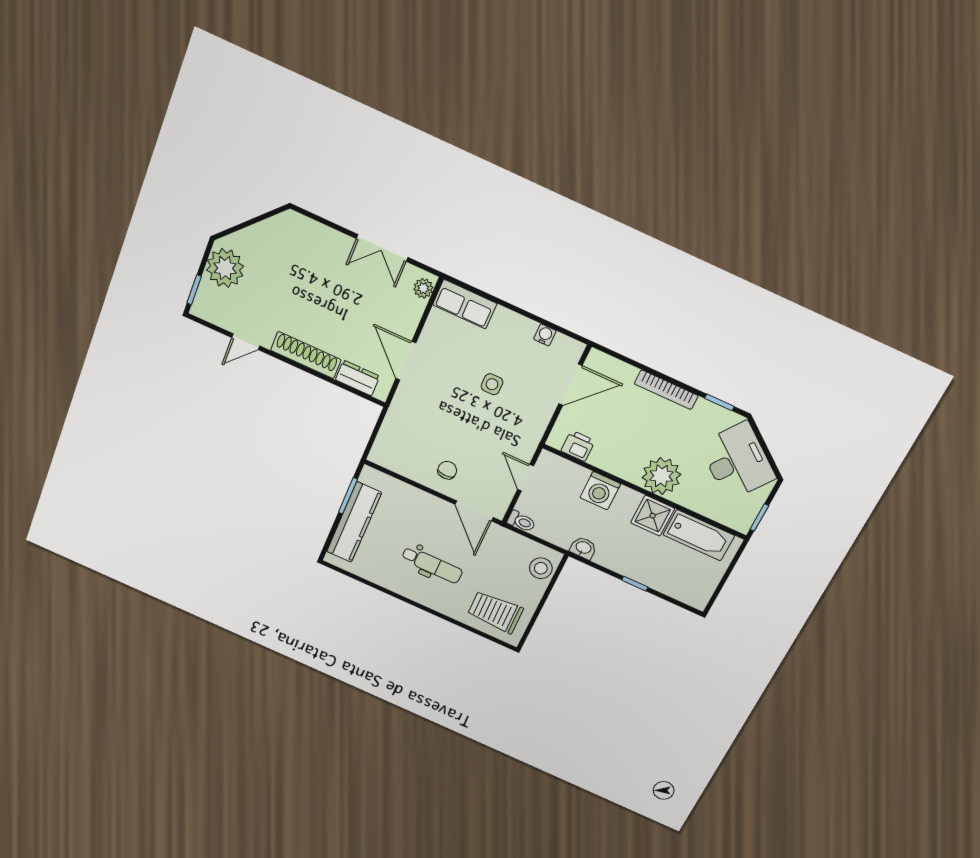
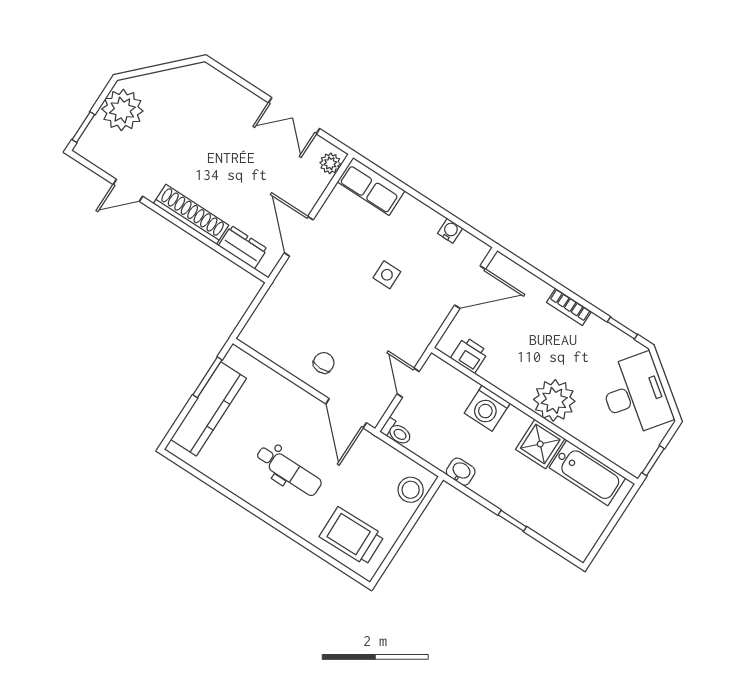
bookcase: (666, 390) -> (569, 307), width x0.64

